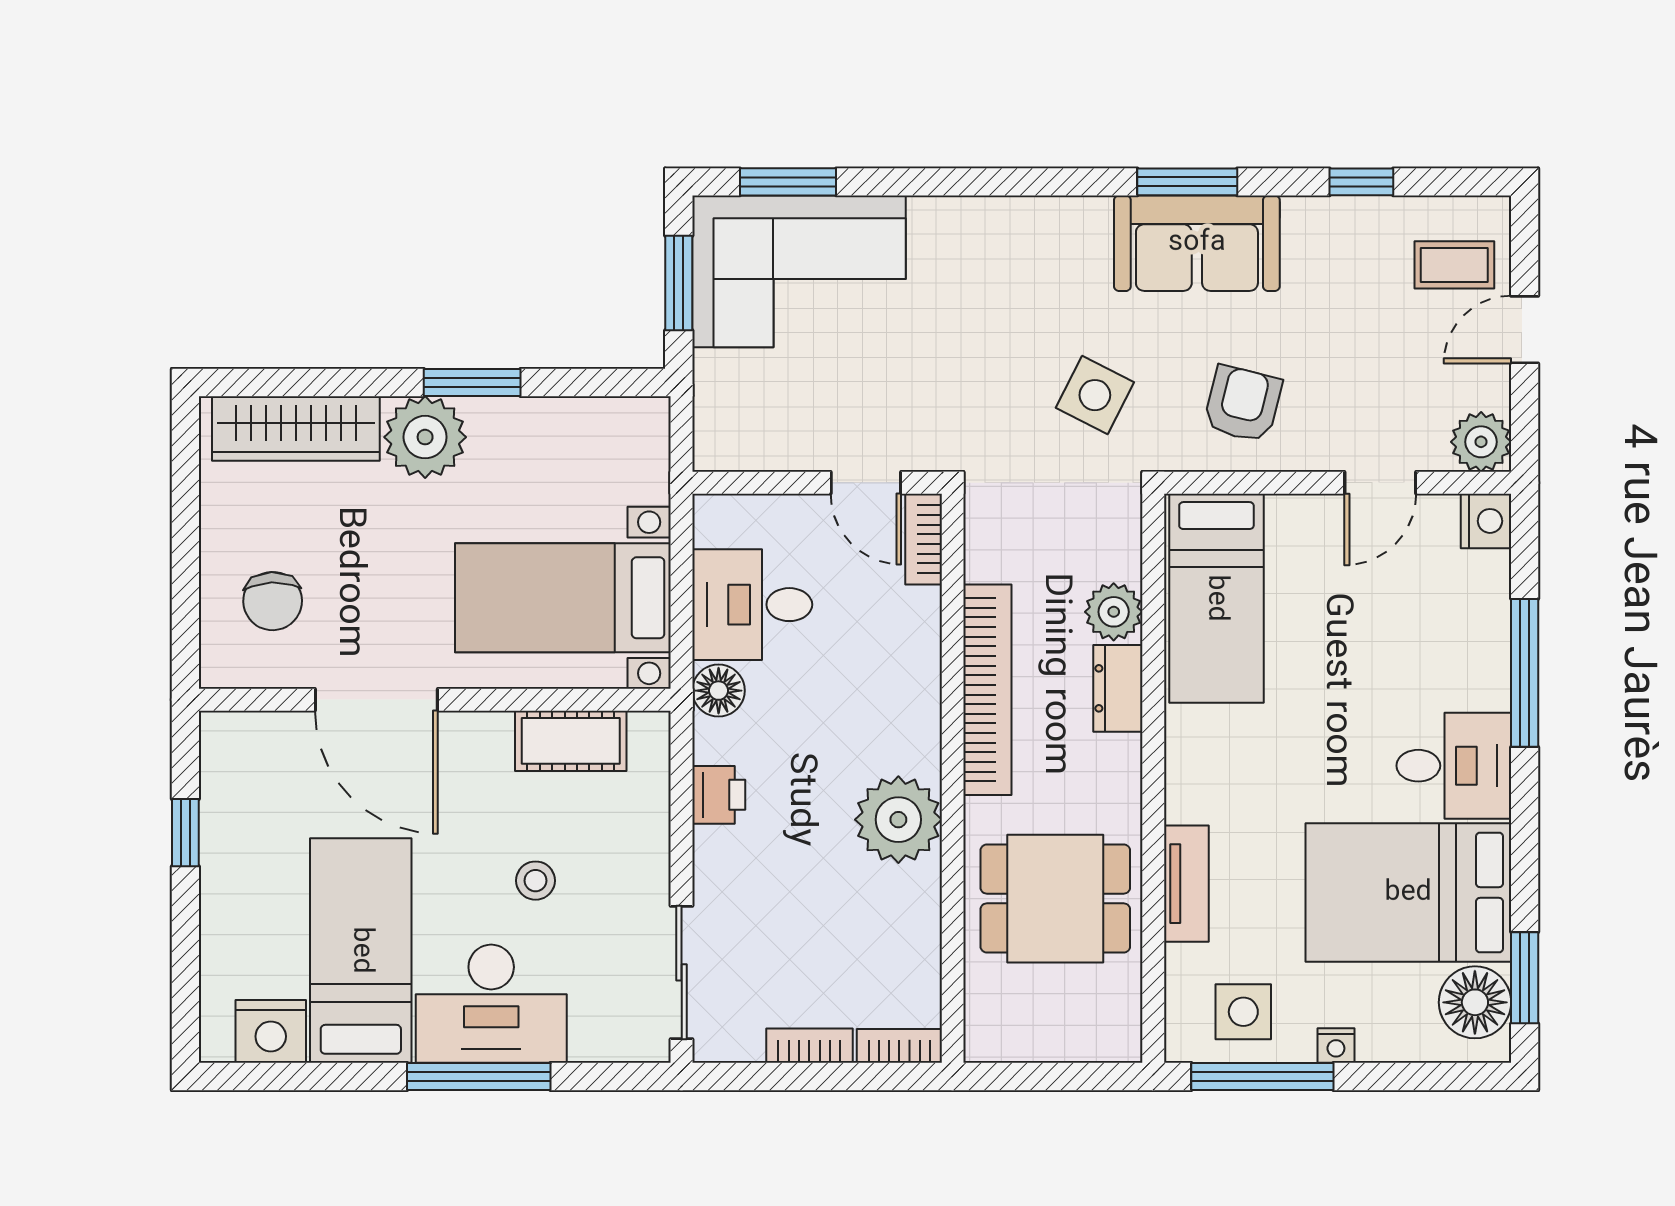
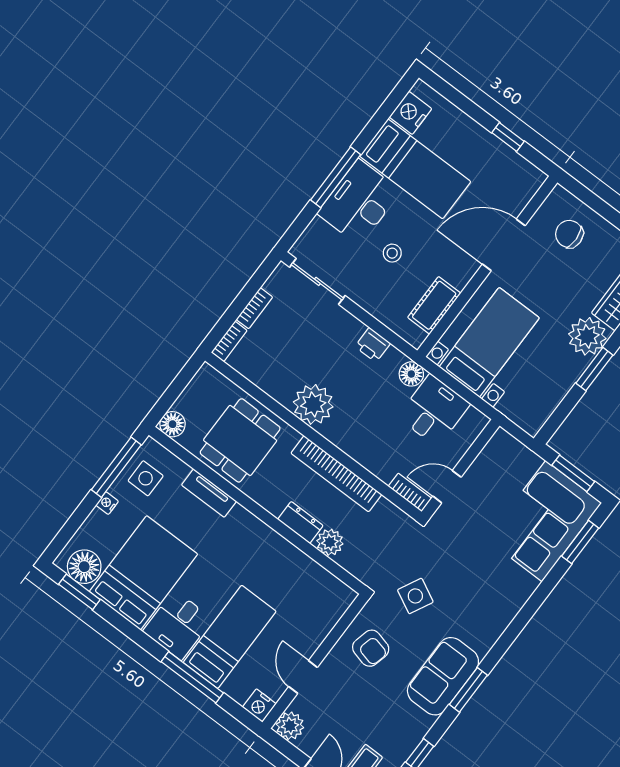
bed: (1216, 598) -> (230, 637), moved, turned 90
floor lamp: (1115, 1036) -> (173, 424), added

